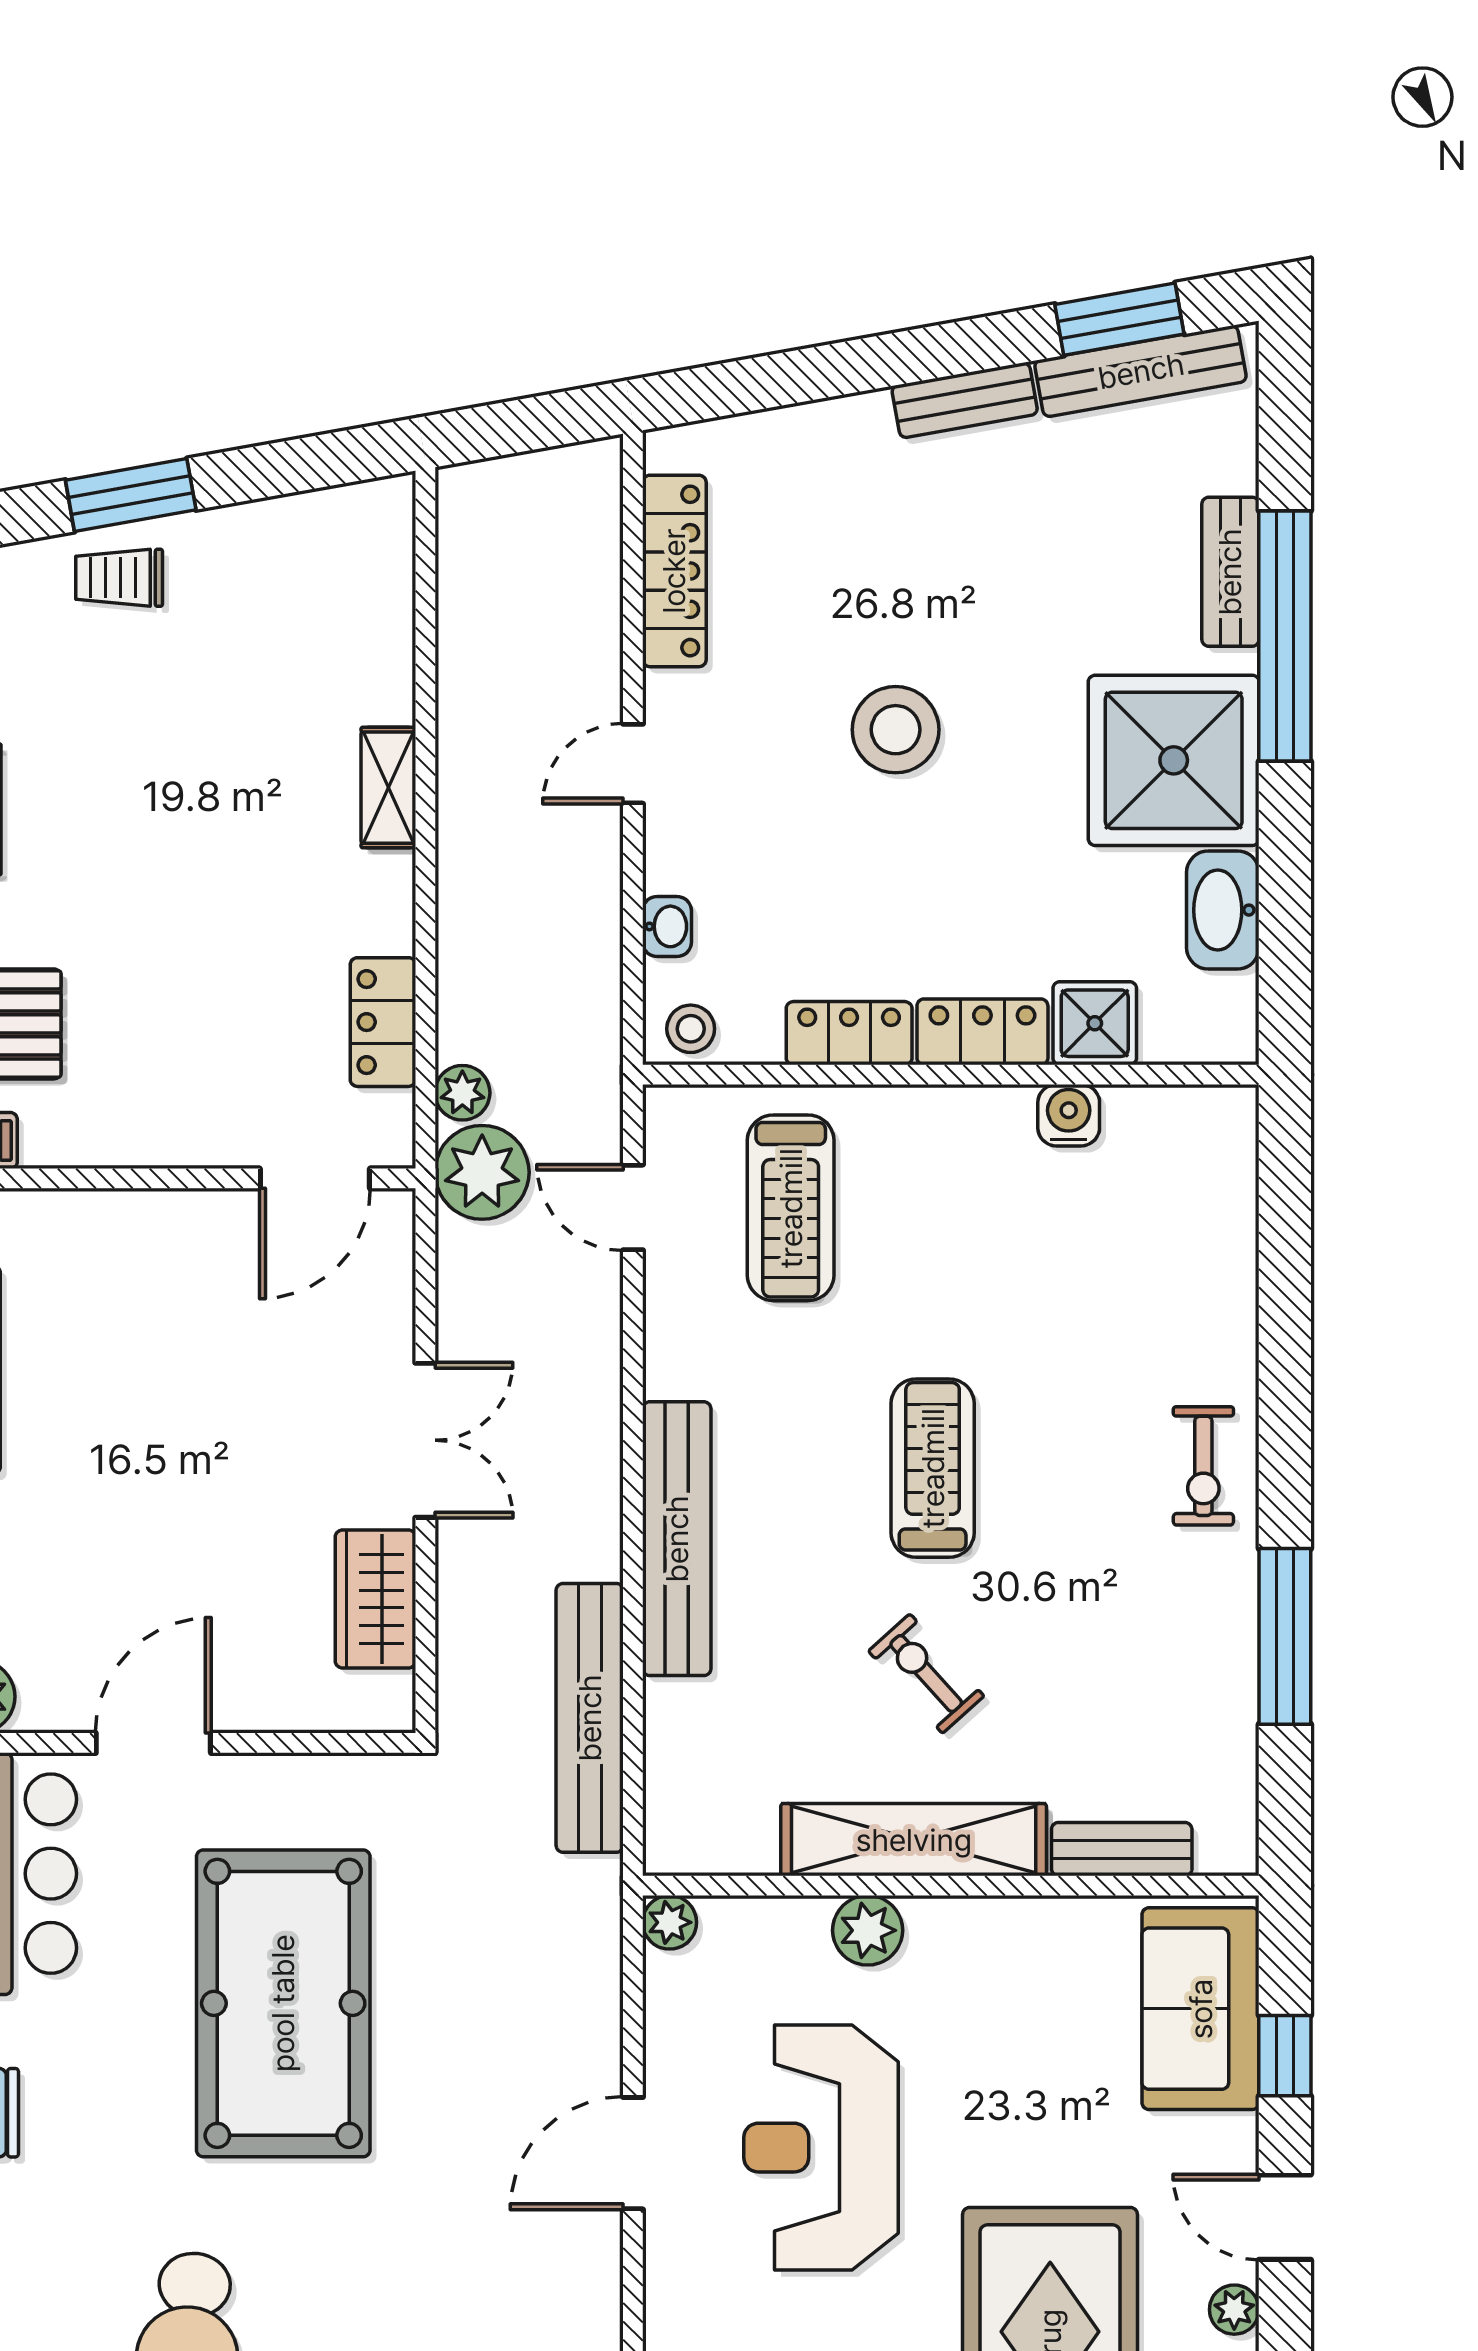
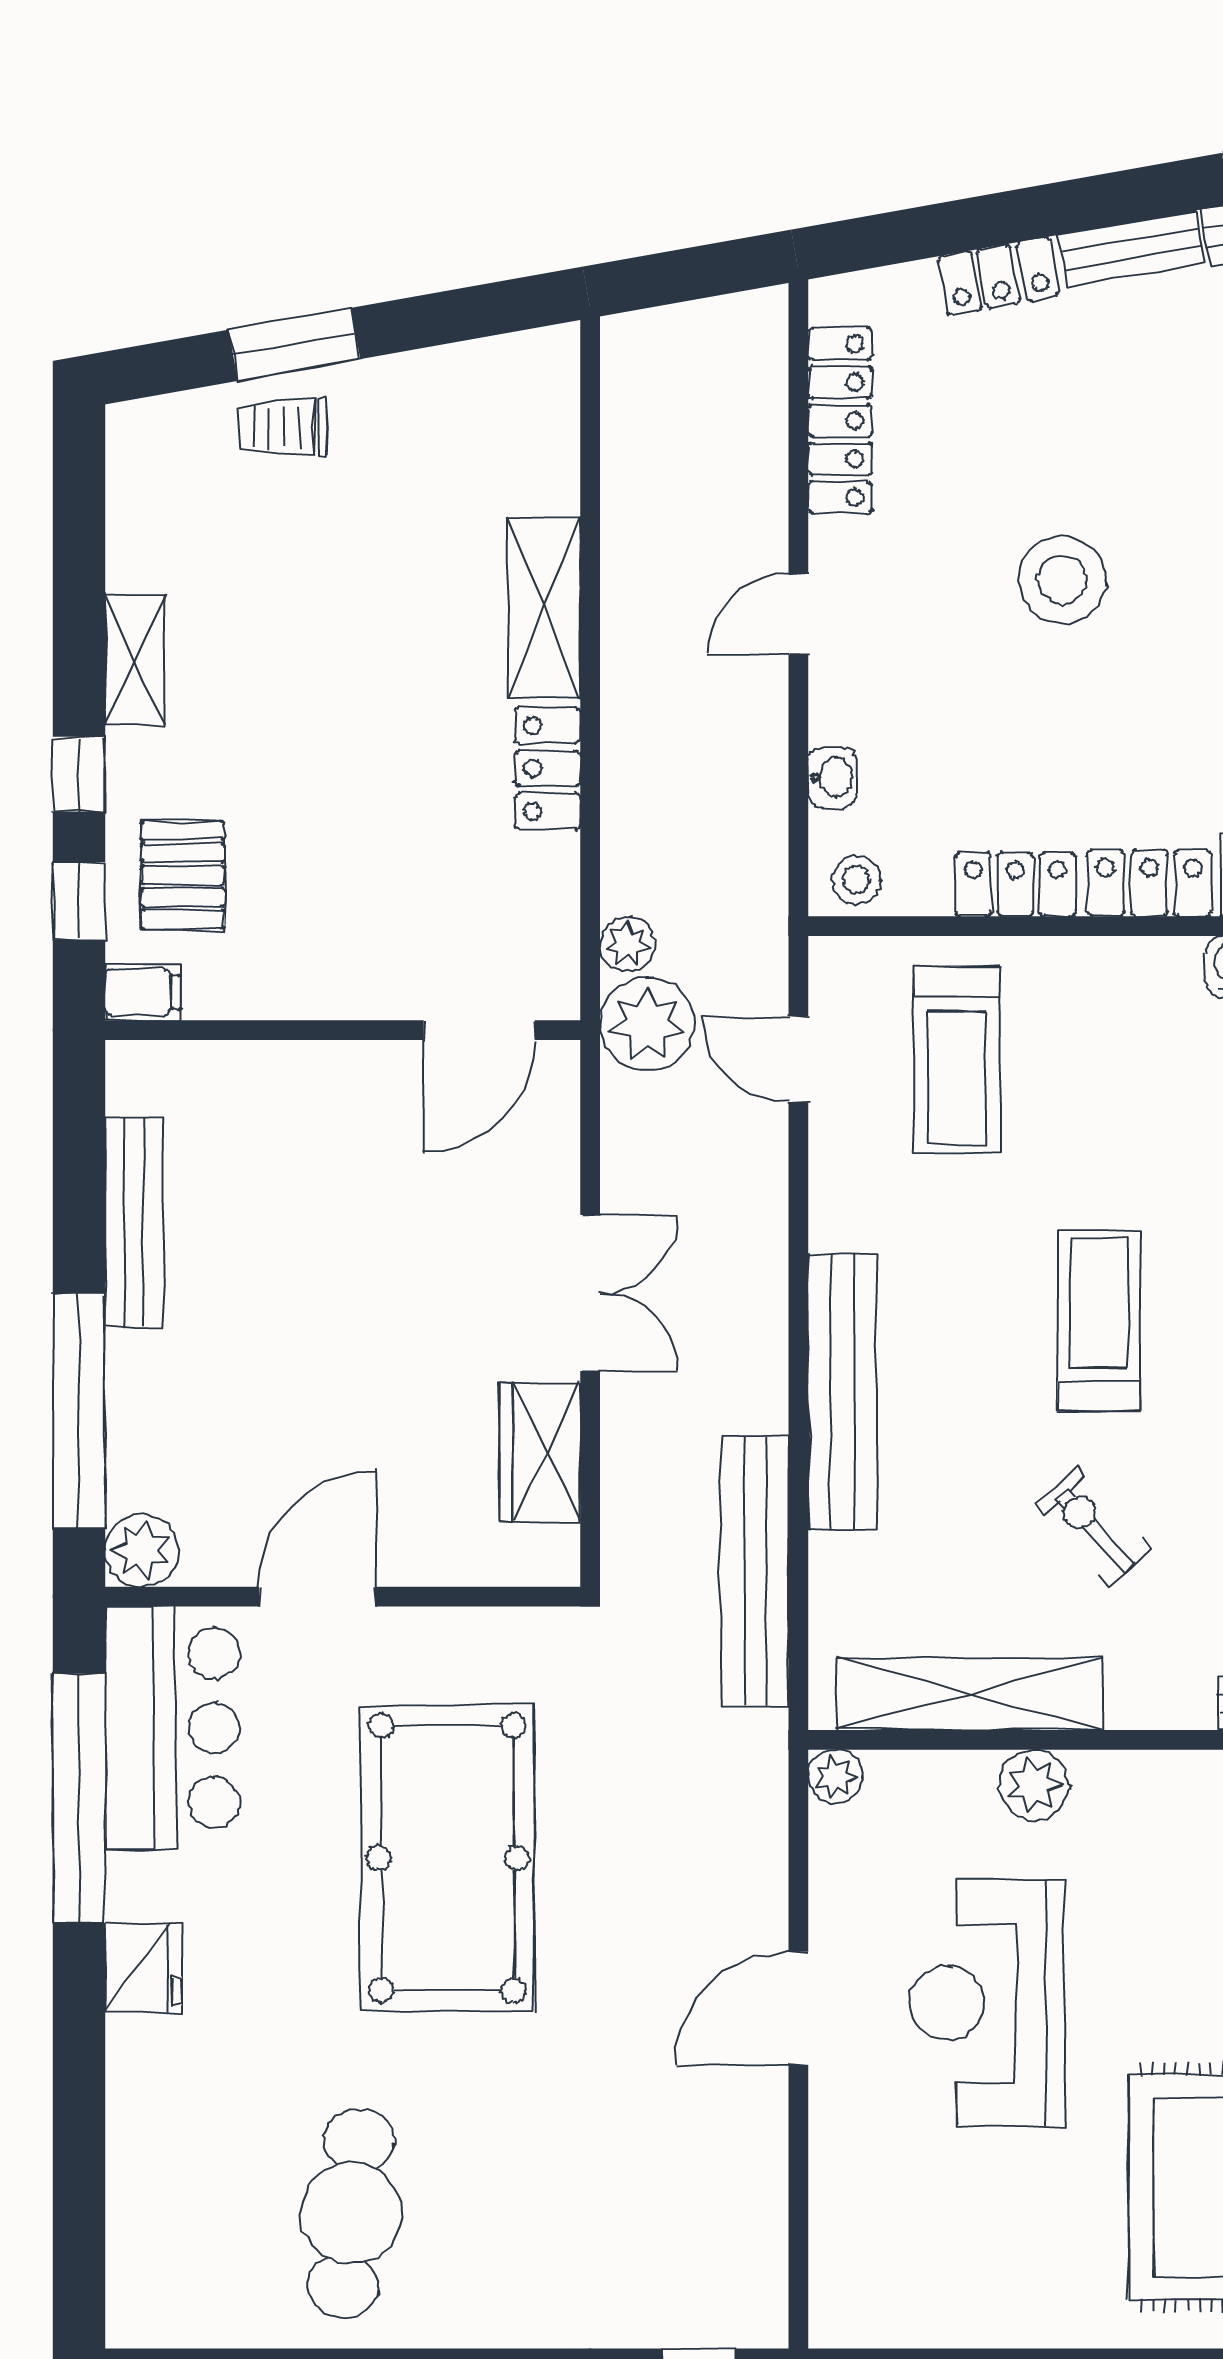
locker: (833, 427) -> (999, 276), added
shelving: (388, 788) -> (544, 608), width x1.50, depth x1.33
locker: (383, 1022) -> (548, 768), moved
shelving: (914, 1840) -> (969, 1694), moved

